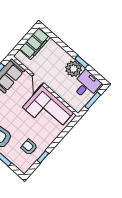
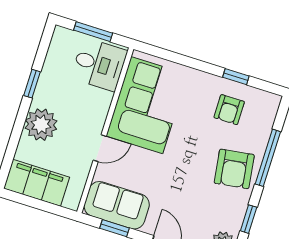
plant: (74, 69) -> (41, 125), moved
desk: (86, 85) -> (99, 64), moved, turned 180

